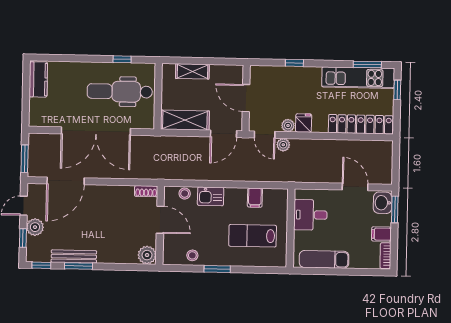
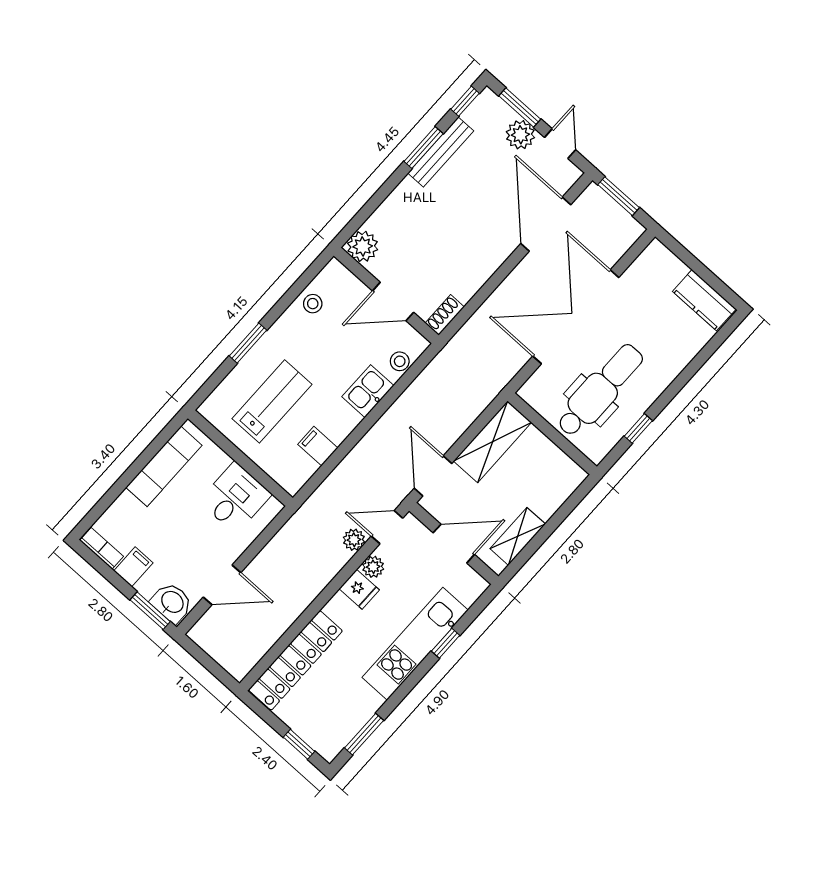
shelving: (192, 71) -> (518, 536), moved
kitchen unit: (358, 78) -> (415, 644), moved
window: (23, 238) -> (520, 108), width x1.50
window: (217, 269) -> (248, 343), moved

